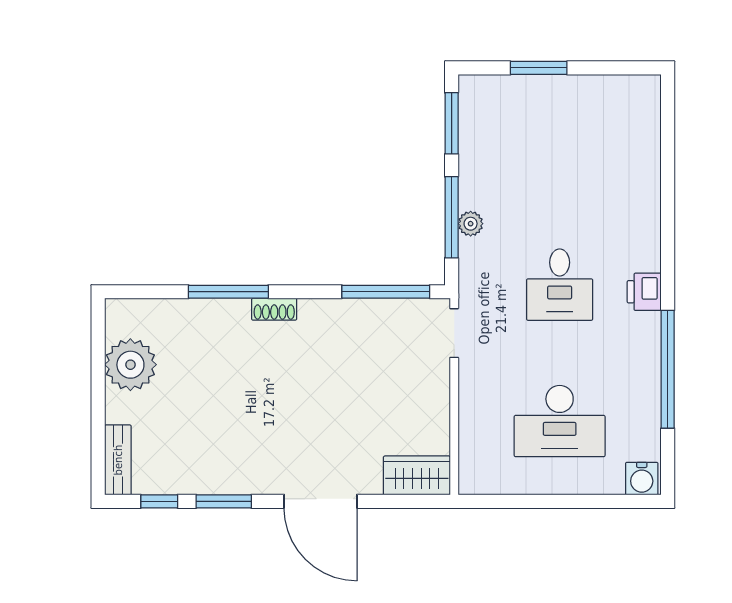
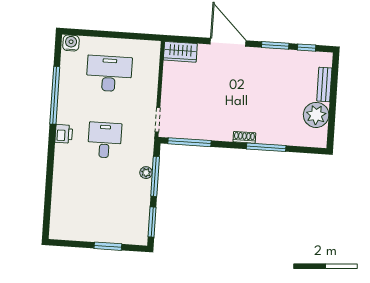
bench: (118, 460) -> (324, 84), moved

